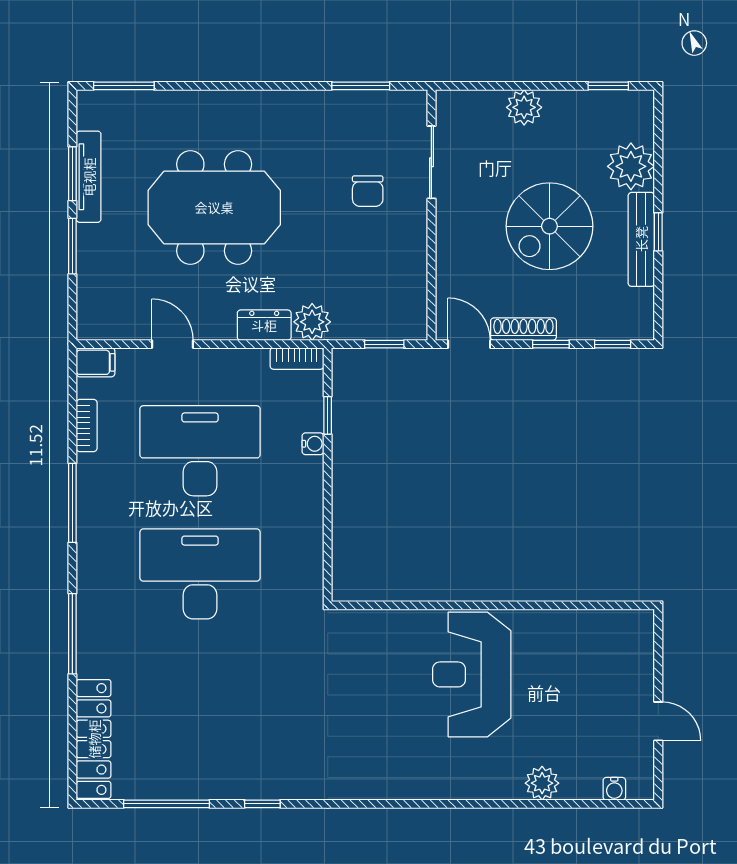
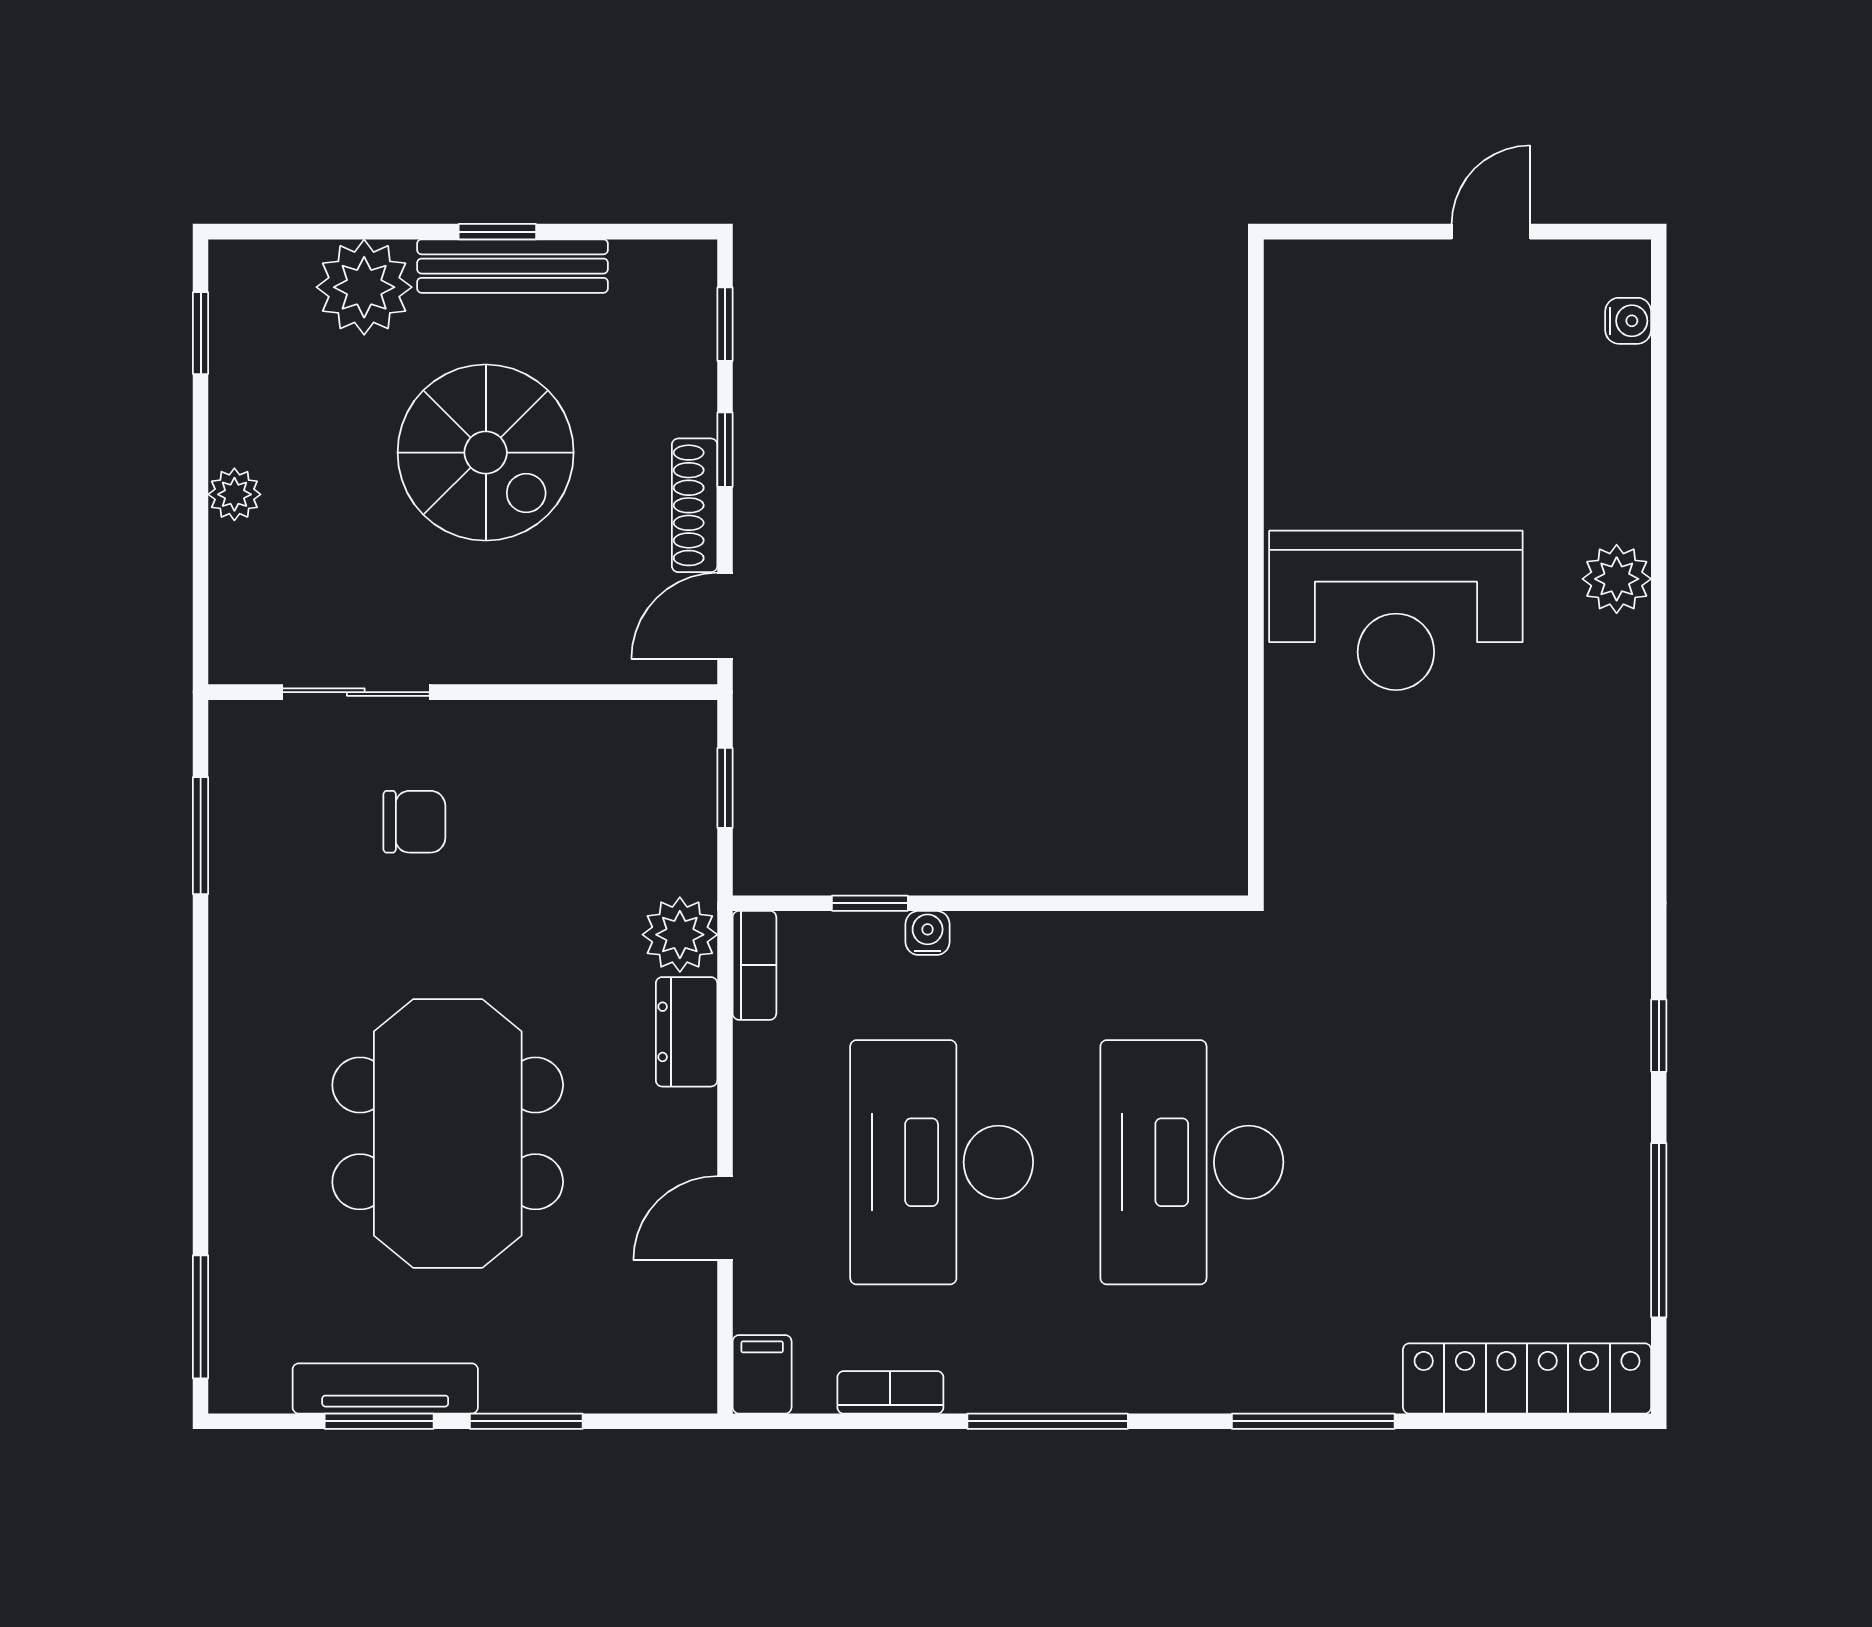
plant: (524, 107) -> (234, 494), width x0.73, depth x0.73
plant: (542, 783) -> (1617, 579), moved

